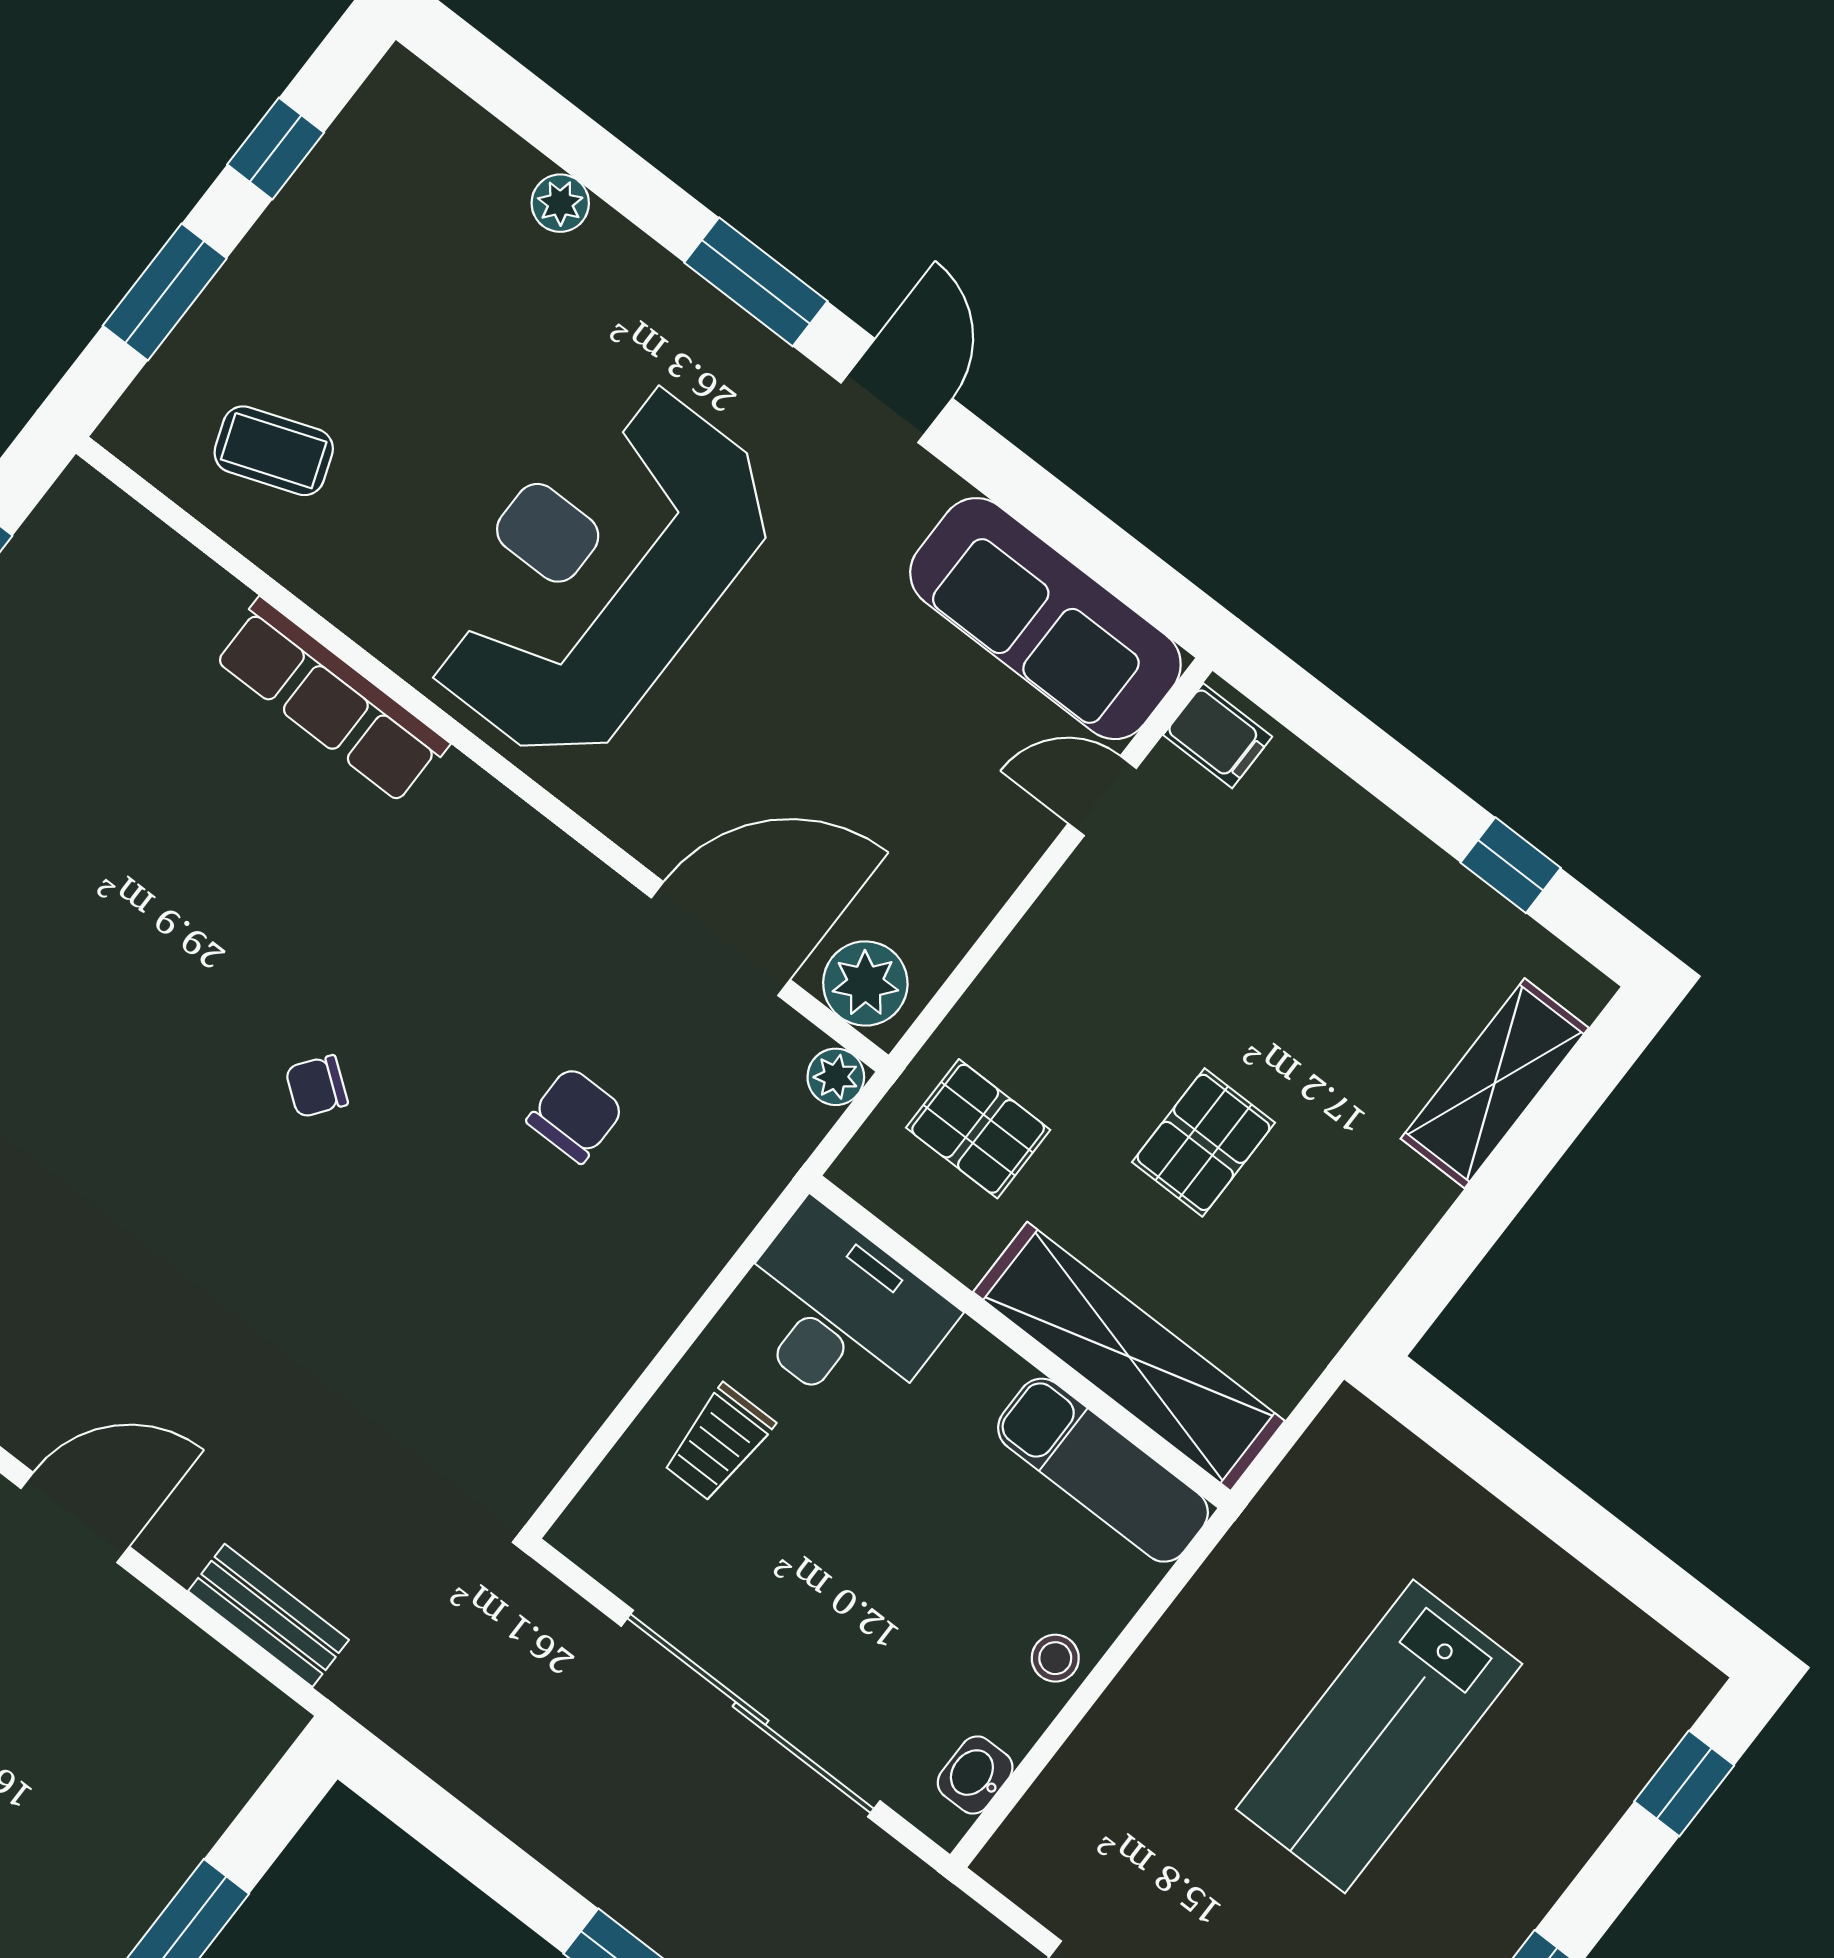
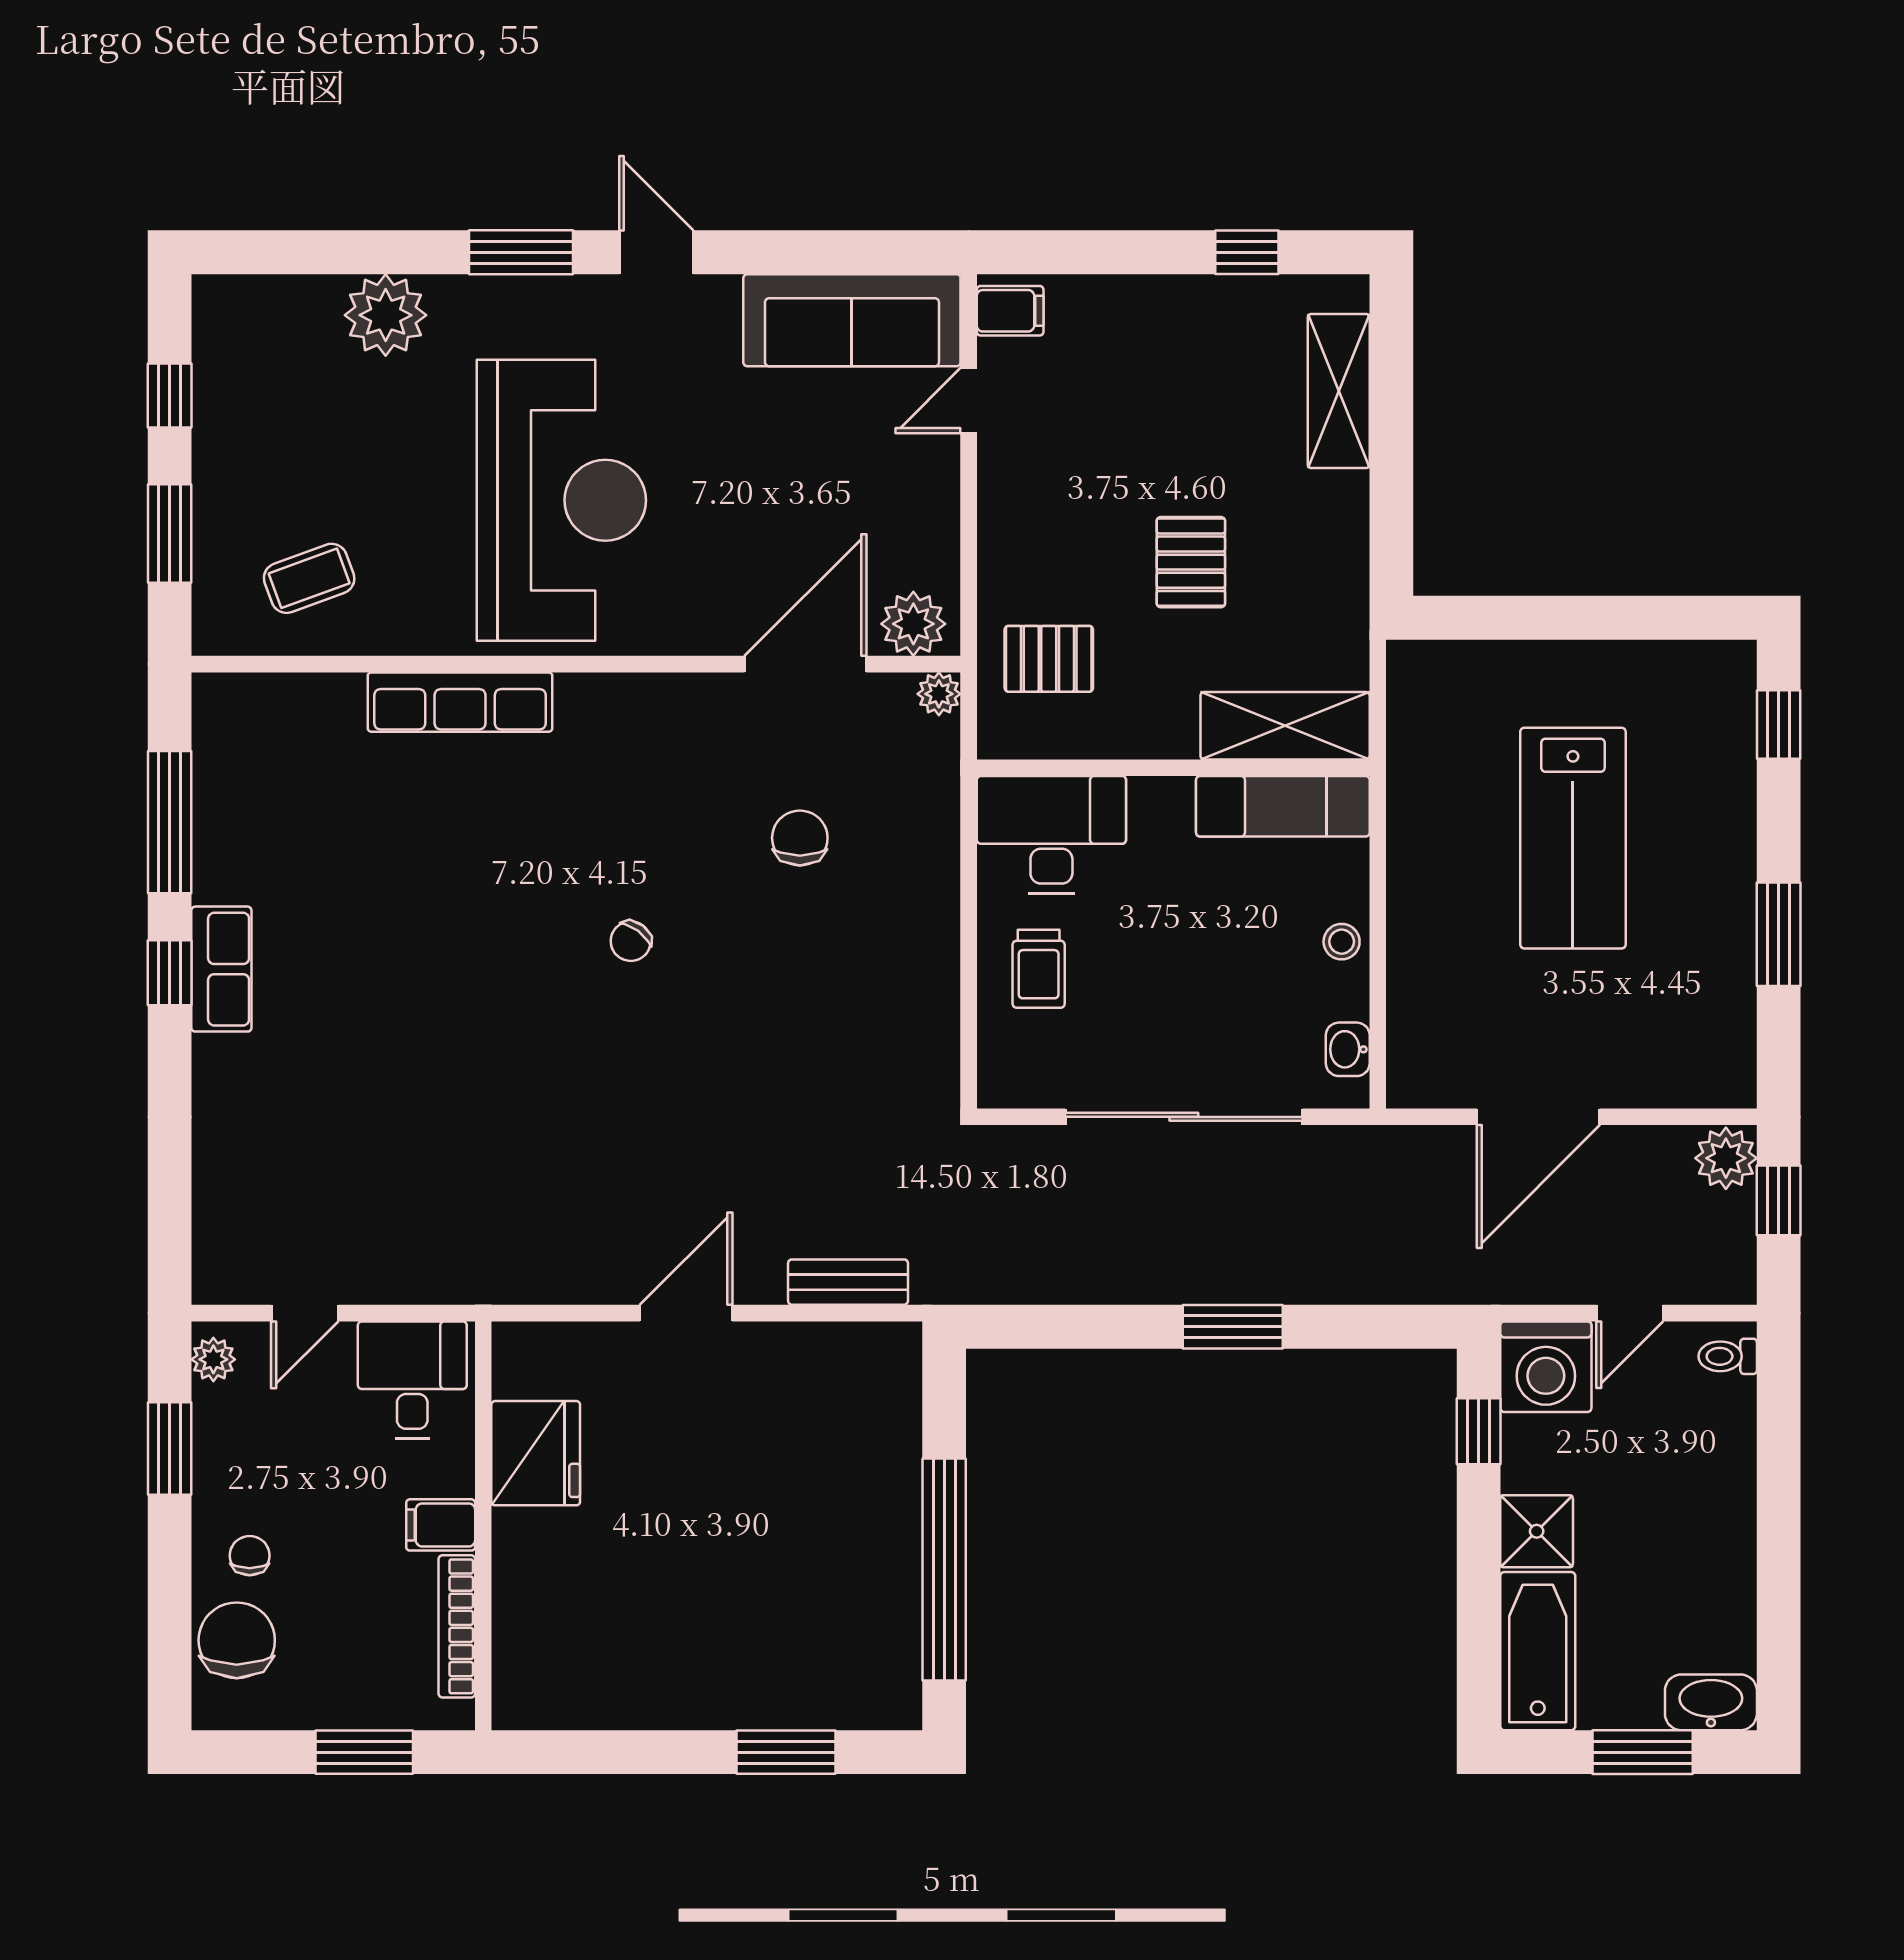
plant: (560, 203) -> (386, 315), width x1.87, depth x1.87
reception desk: (599, 572) -> (561, 500), turned 180
shelving: (1129, 1356) -> (1285, 726), width x0.68

